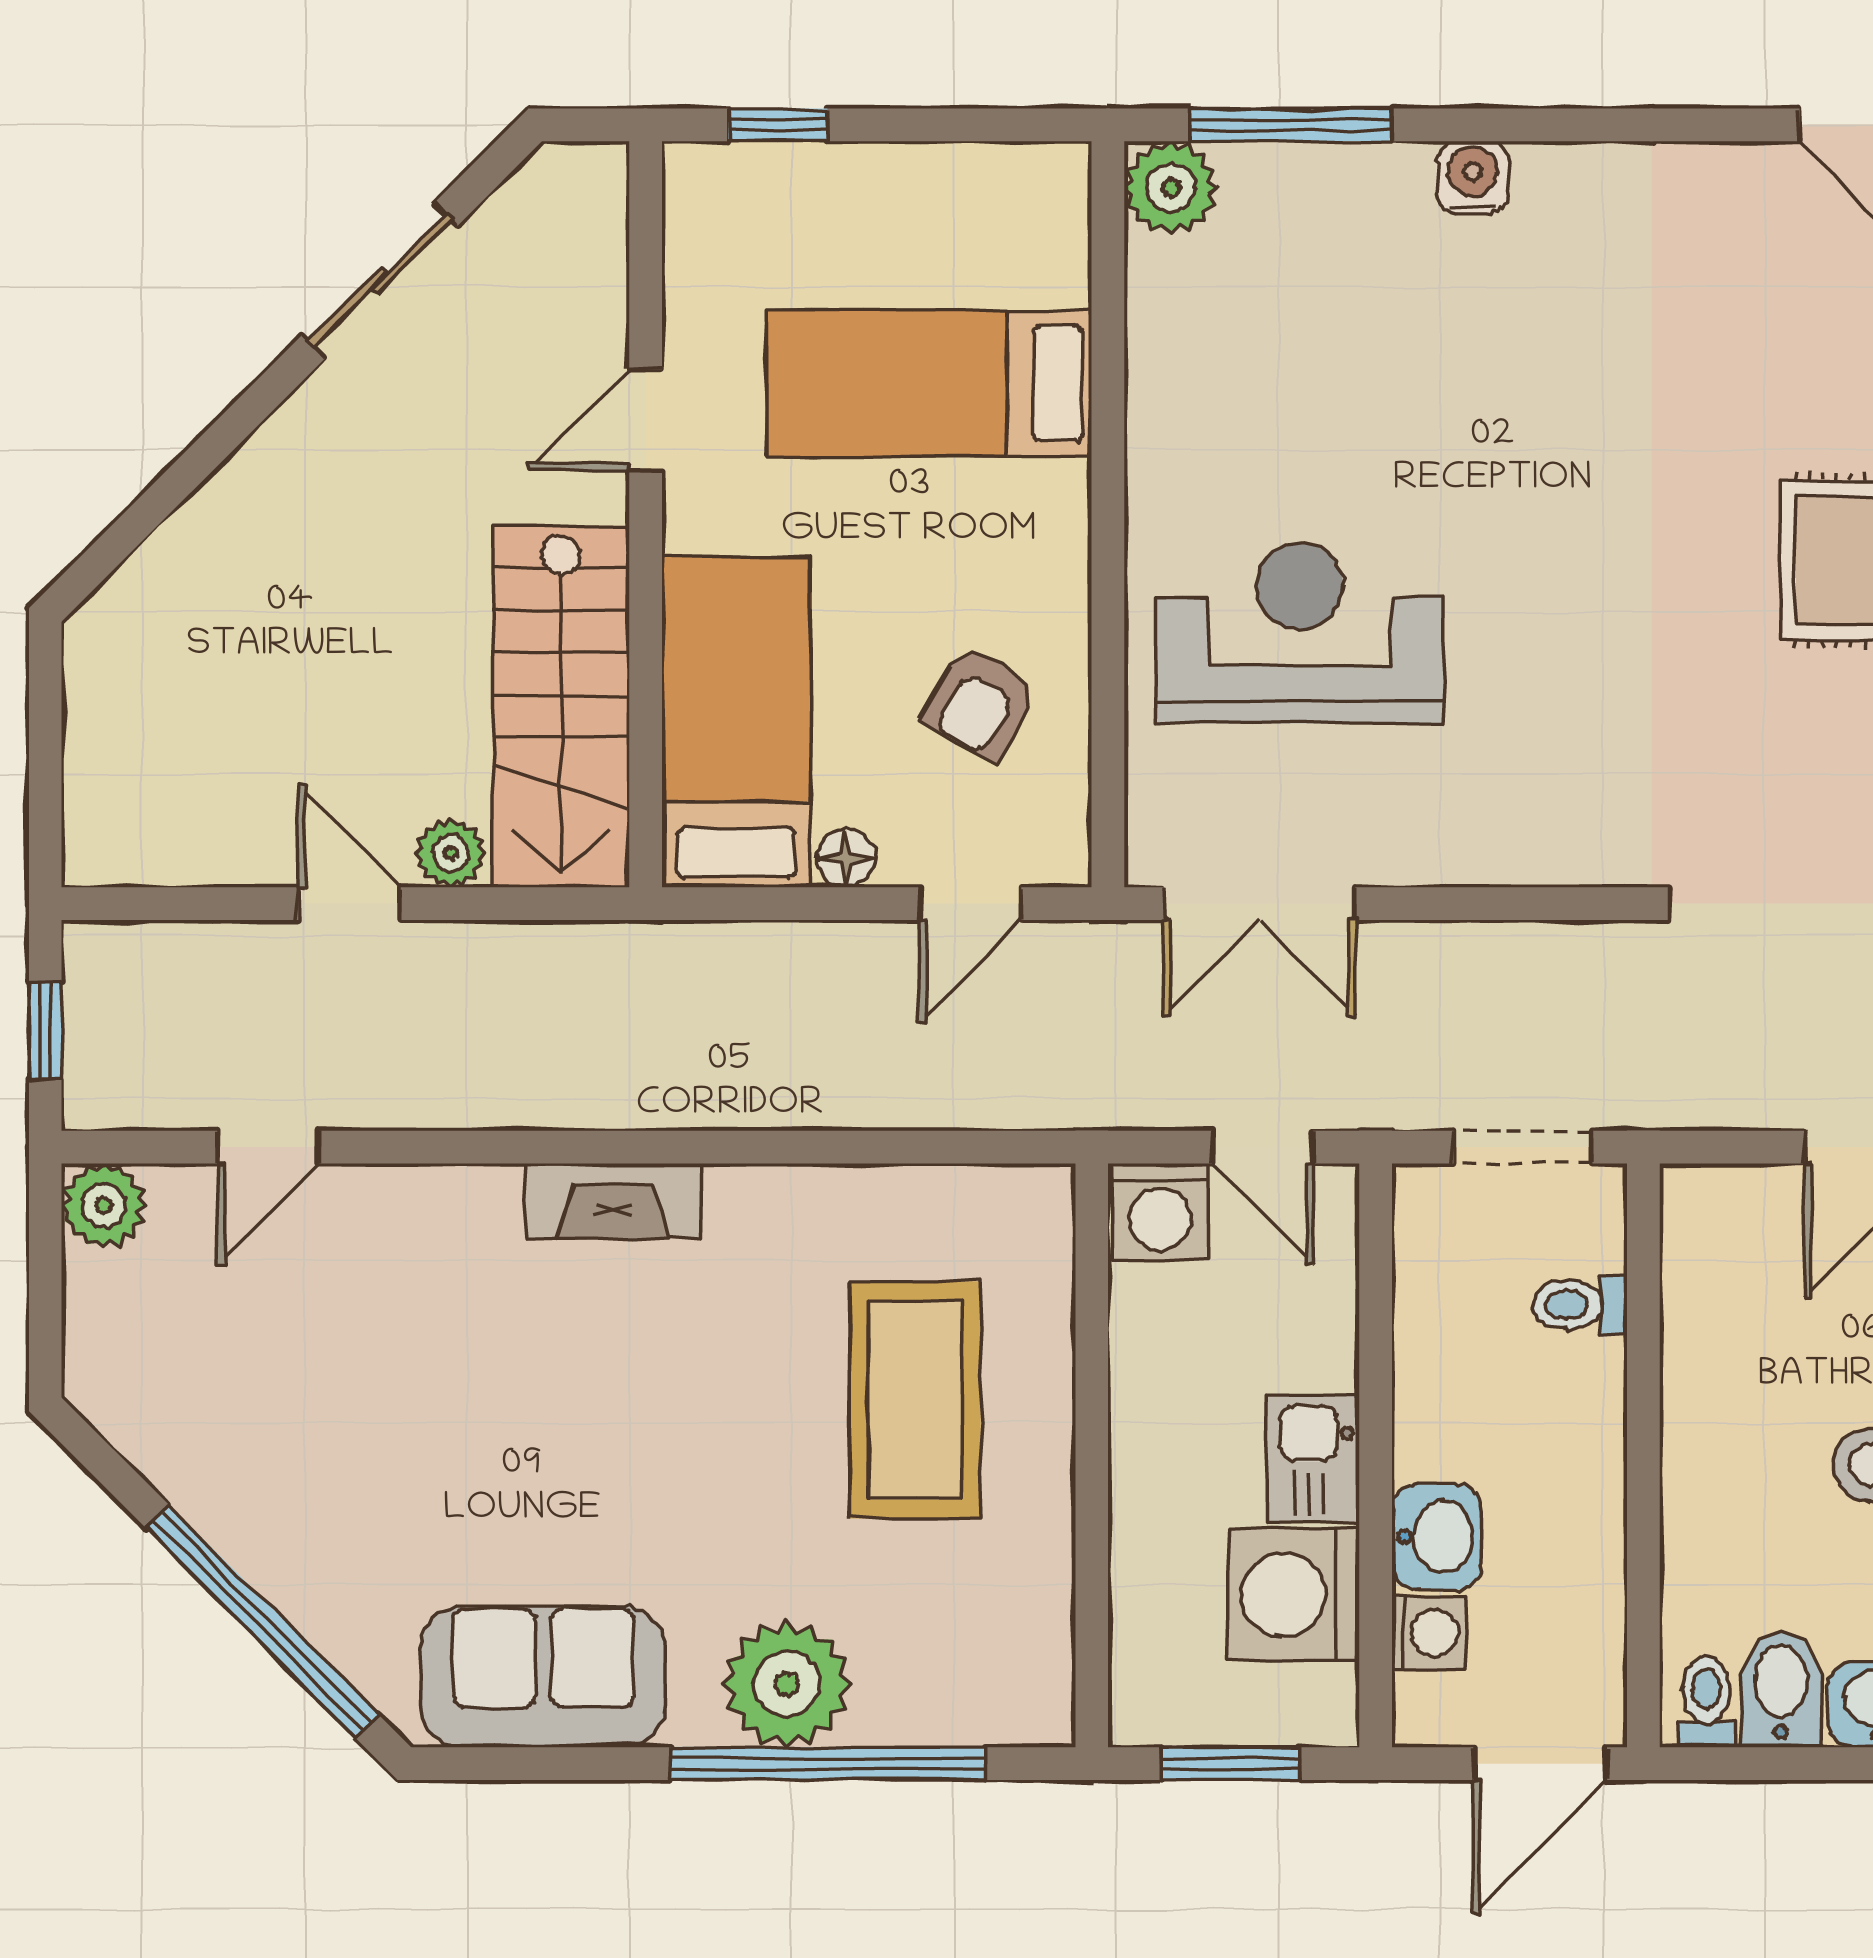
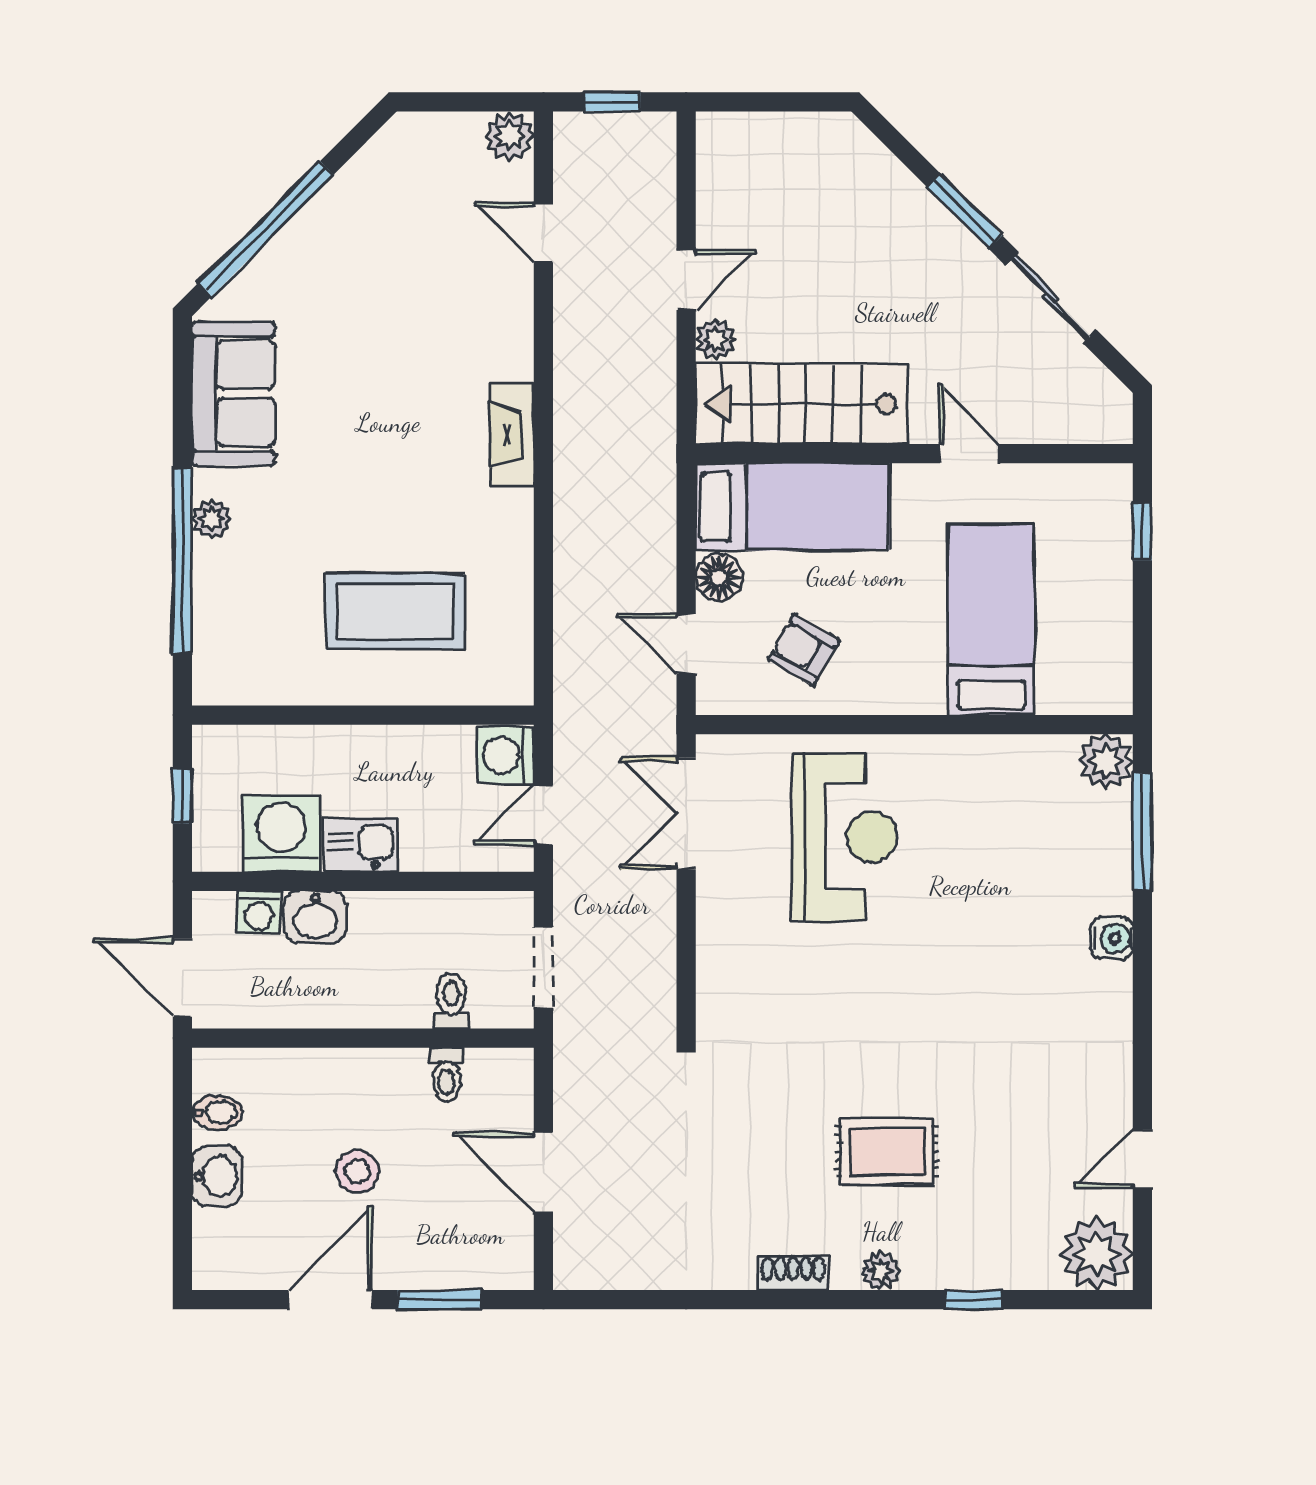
window: (232, 428) -> (965, 211), added
floor lamp: (846, 858) -> (719, 578), width x1.37, depth x1.37
plant: (787, 1684) -> (212, 519), width x0.53, depth x0.53
bidet: (1781, 1689) -> (217, 1112), width x0.72, depth x0.74
toilet: (1706, 1702) -> (447, 1074), moved, turned 90
window: (1230, 1764) -> (182, 796), width x0.67

